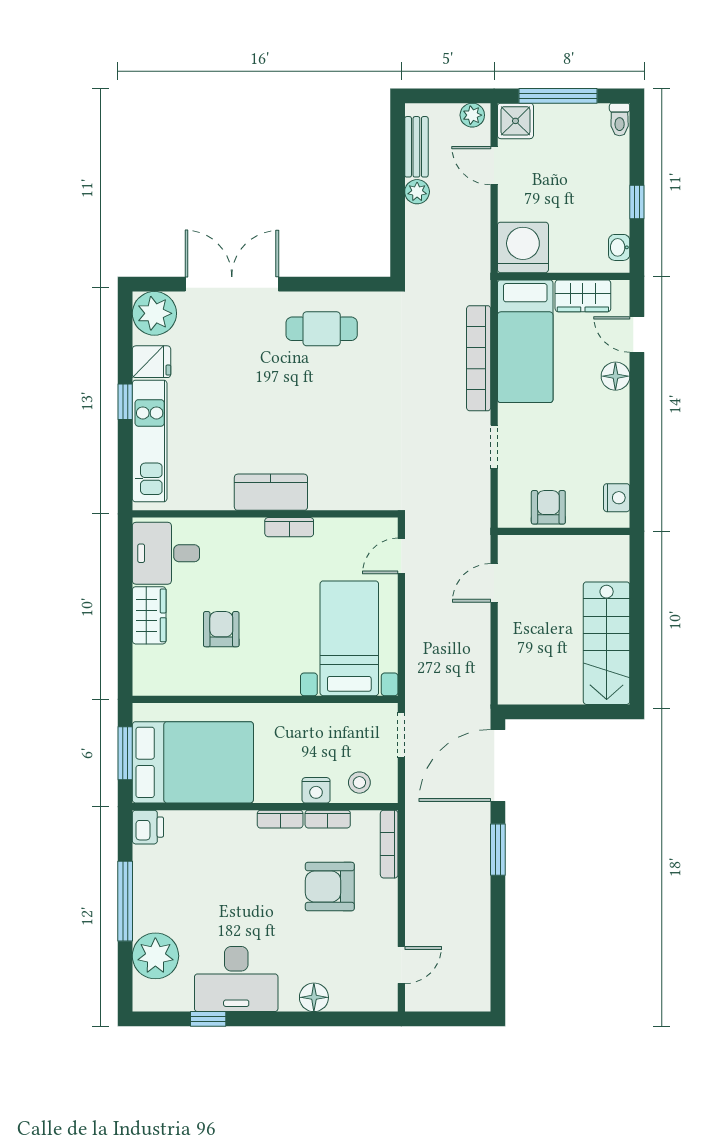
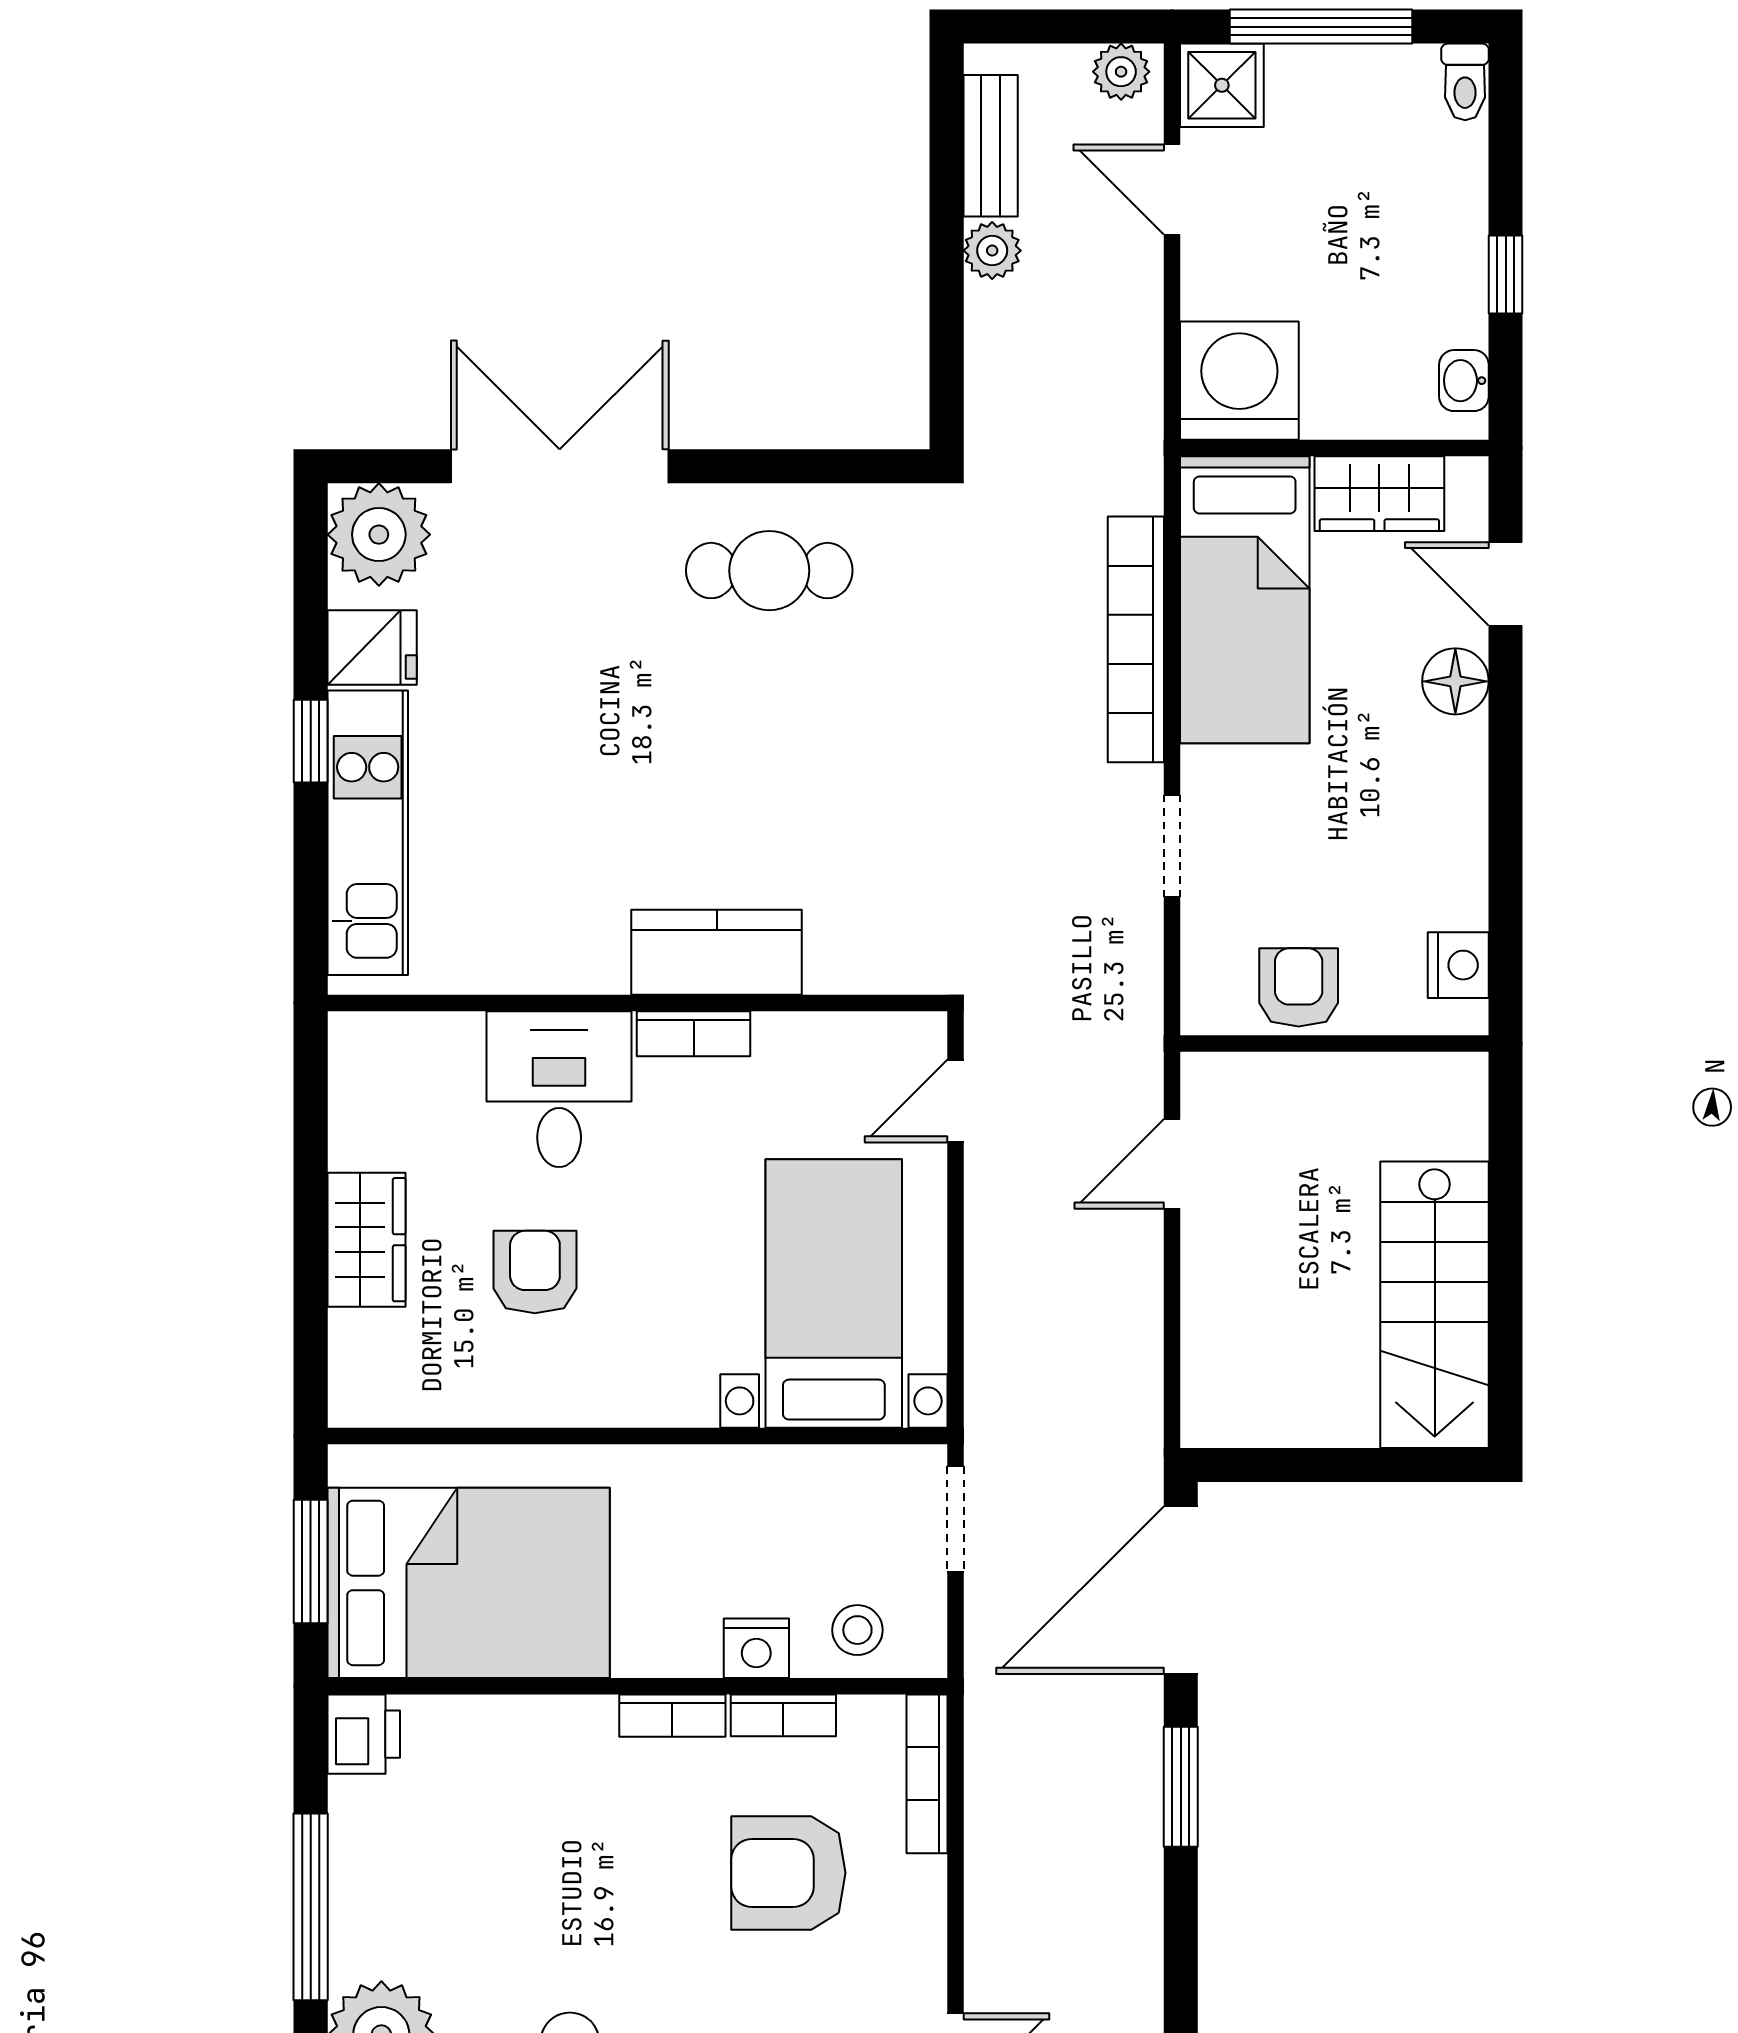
kitchen counter: (271, 492) -> (717, 952), moved
desk: (166, 553) -> (559, 1089), moved, turned 90

